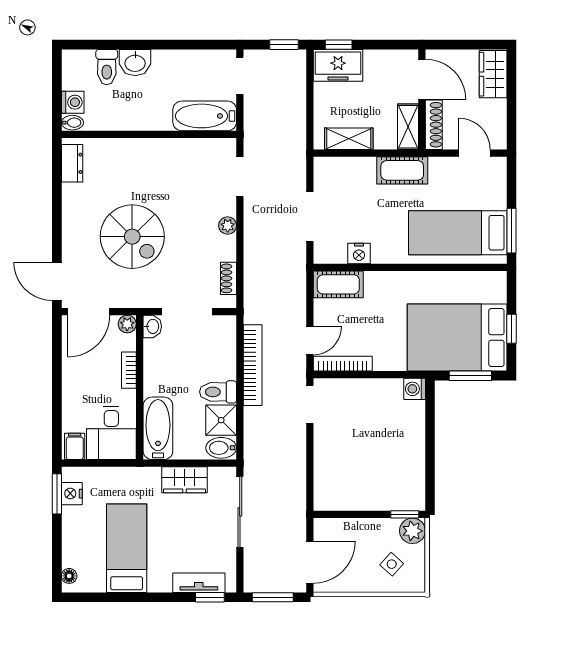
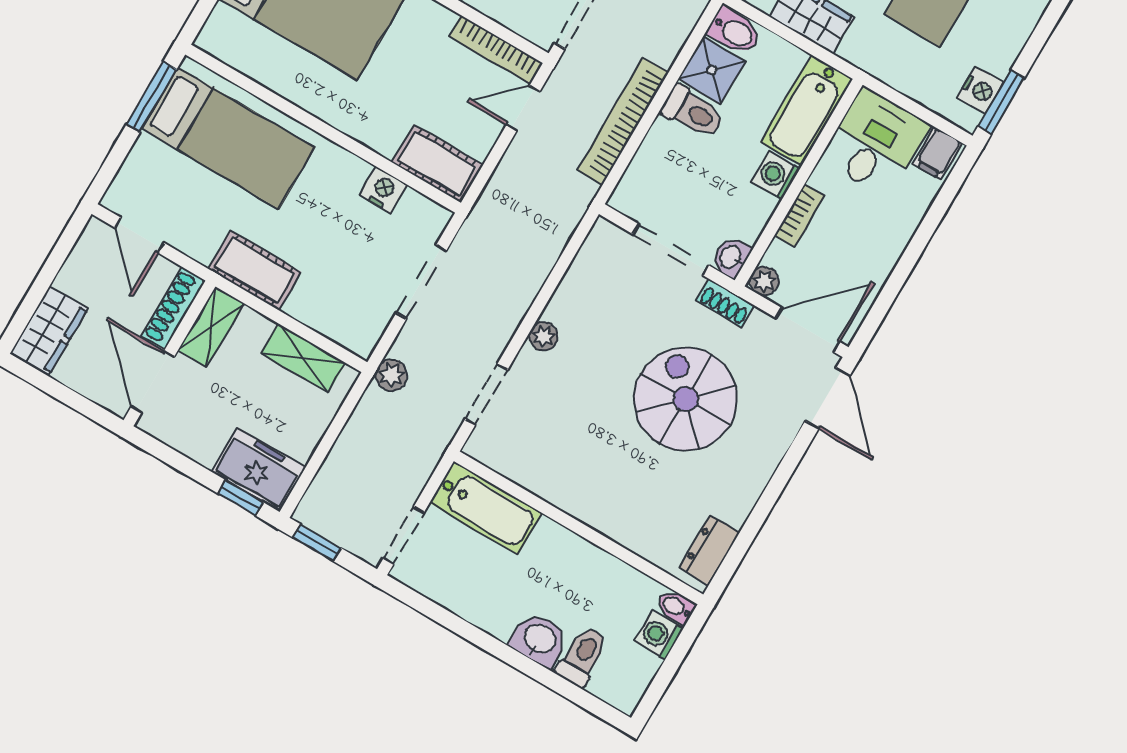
plant: (297, 157) -> (391, 375), added
shoe rack: (229, 278) -> (725, 303), moved, turned 90
washing machine: (154, 384) -> (776, 175), added

